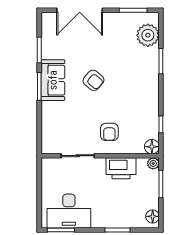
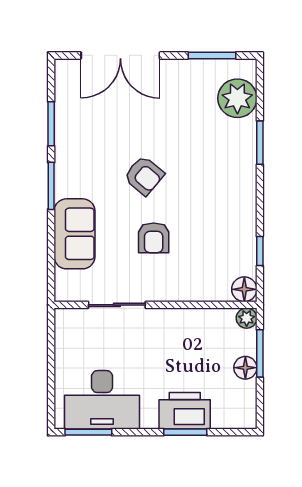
sofa: (53, 80) -> (74, 234), moved
armchair: (109, 132) -> (154, 238), moved
printer: (121, 168) -> (185, 411), moved, turned 180
floor lamp: (153, 216) -> (245, 368), moved

